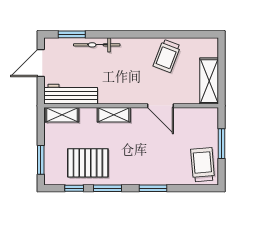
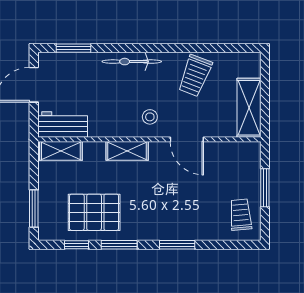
bicycle: (97, 45) -> (132, 62), moved
stool: (132, 88) -> (150, 117), added
workbench: (71, 94) -> (63, 124), width x0.73
trolley: (203, 165) -> (241, 215), width x0.73, depth x0.72

